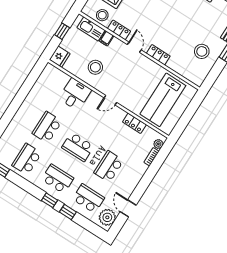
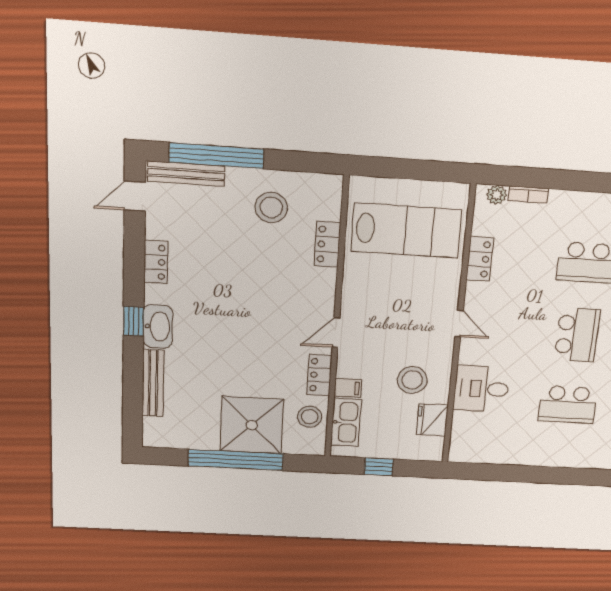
locker: (158, 55) -> (327, 244), moved
fridge: (60, 57) -> (432, 420), moved, turned -90

